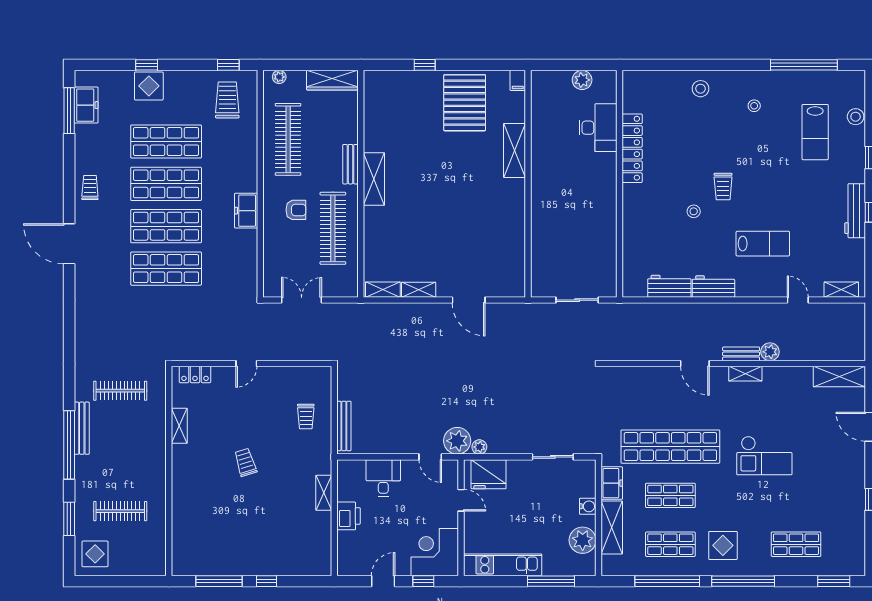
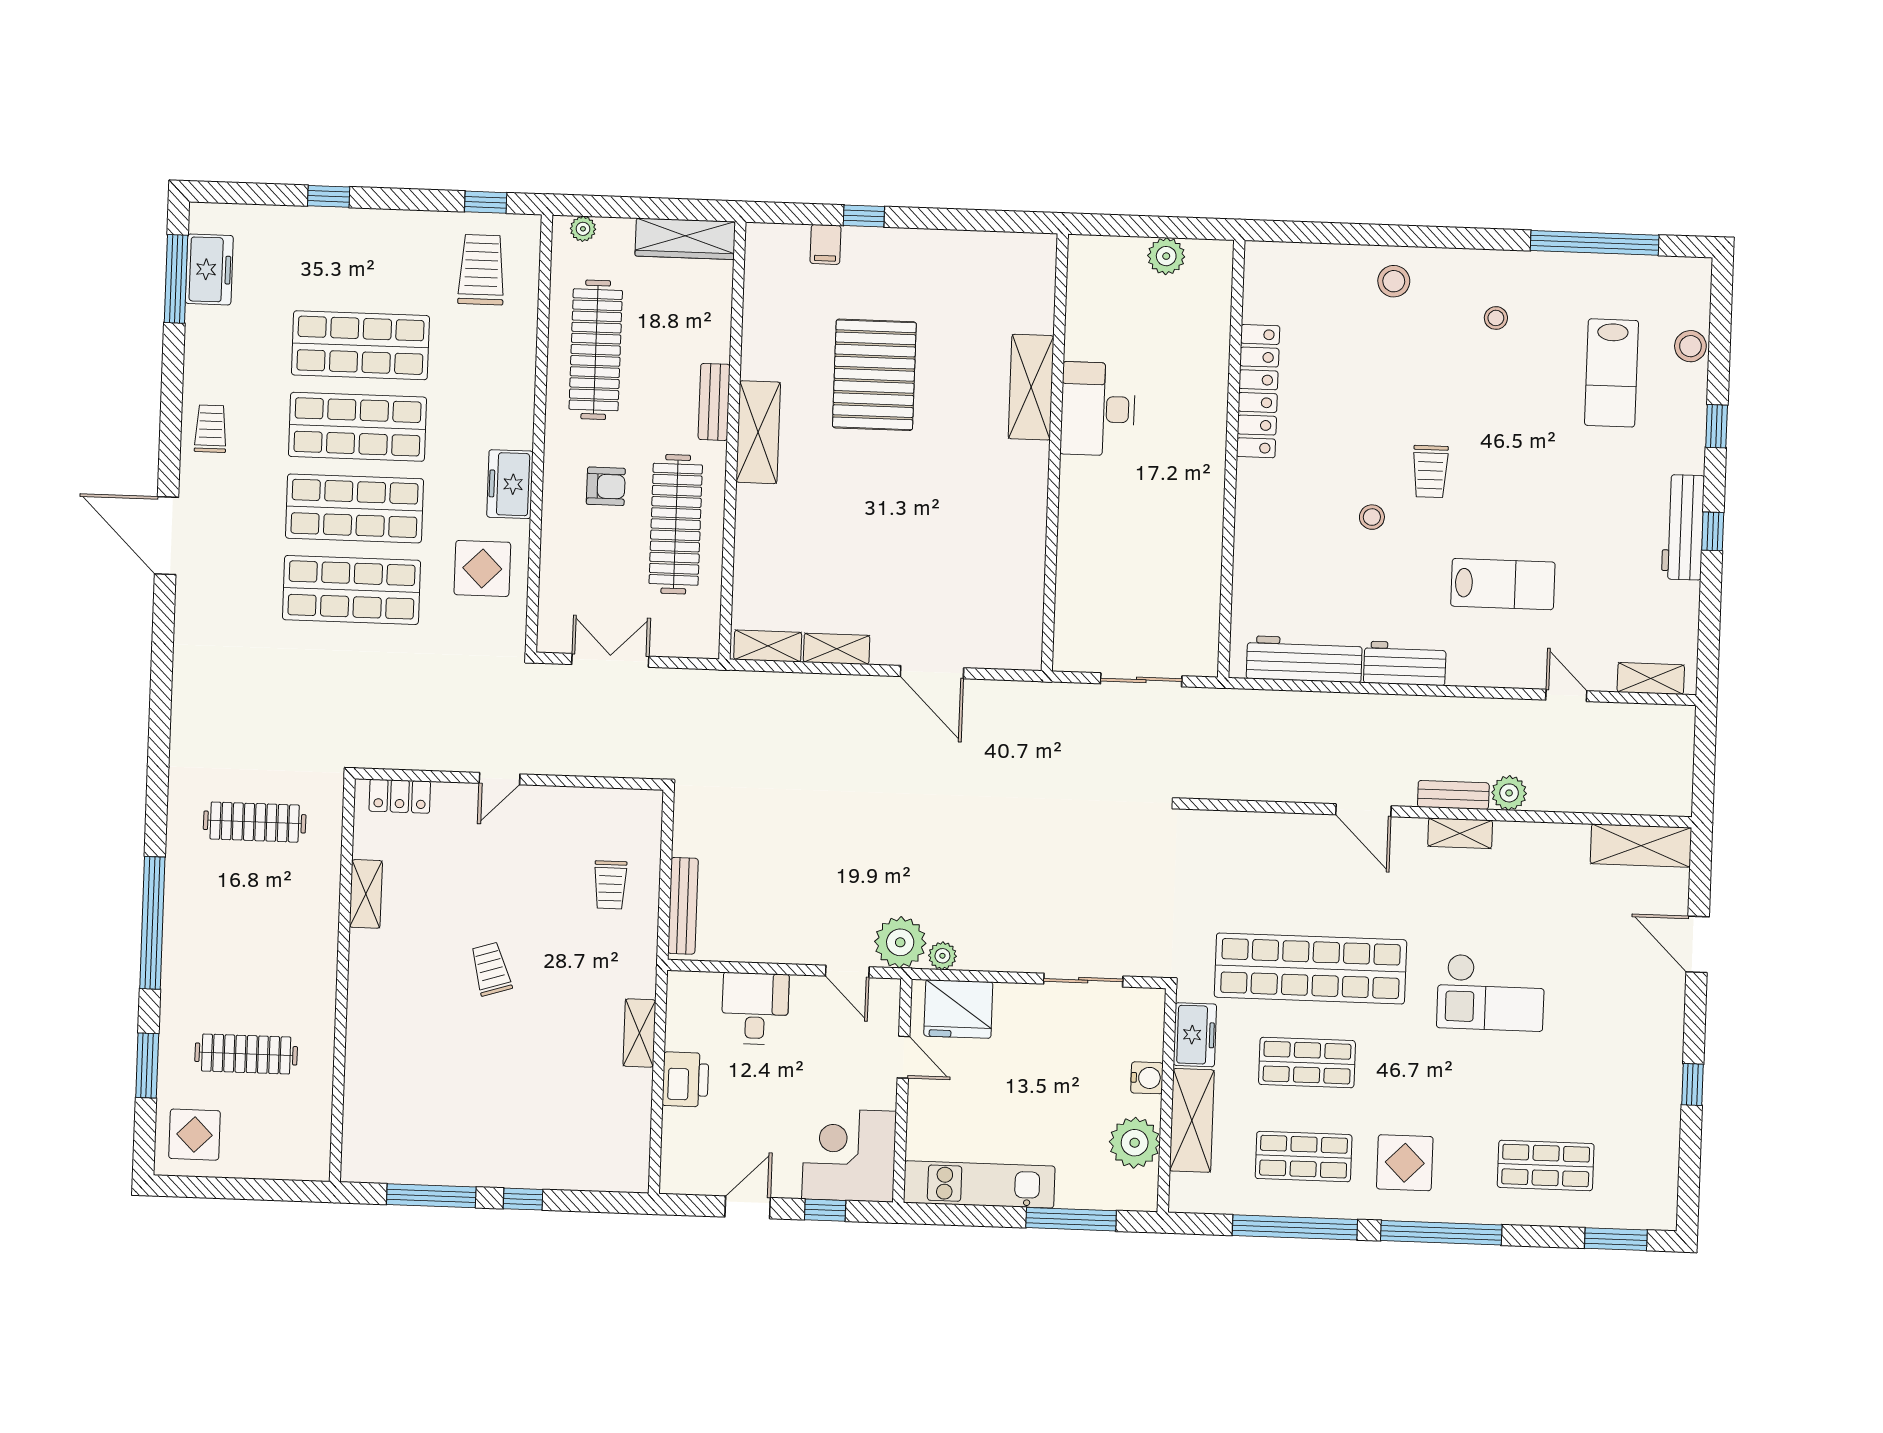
filing cabinet: (518, 80) -> (825, 244), moved
display table: (149, 86) -> (482, 568), moved
pallet: (465, 103) -> (874, 375), moved
desk: (598, 128) -> (1098, 409), moved, turned 180
workbench: (669, 286) -> (1304, 659), width x1.38
bench: (82, 428) -> (178, 892), removed

